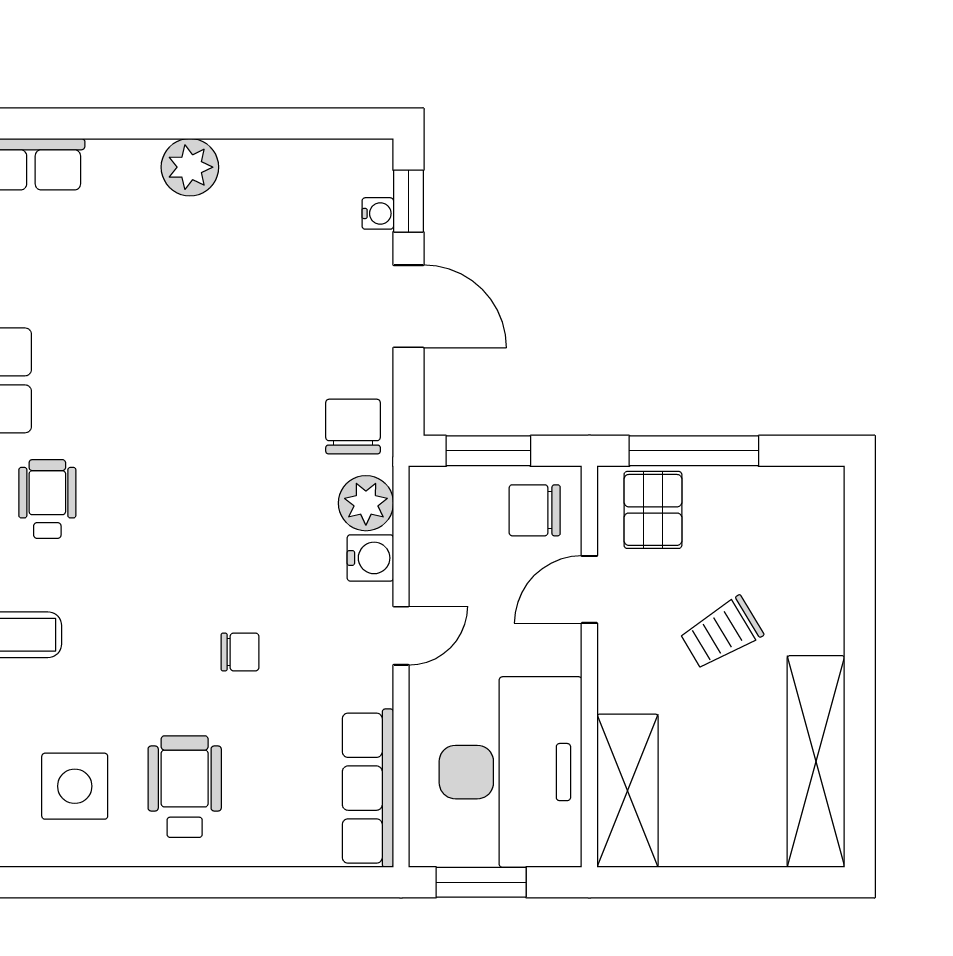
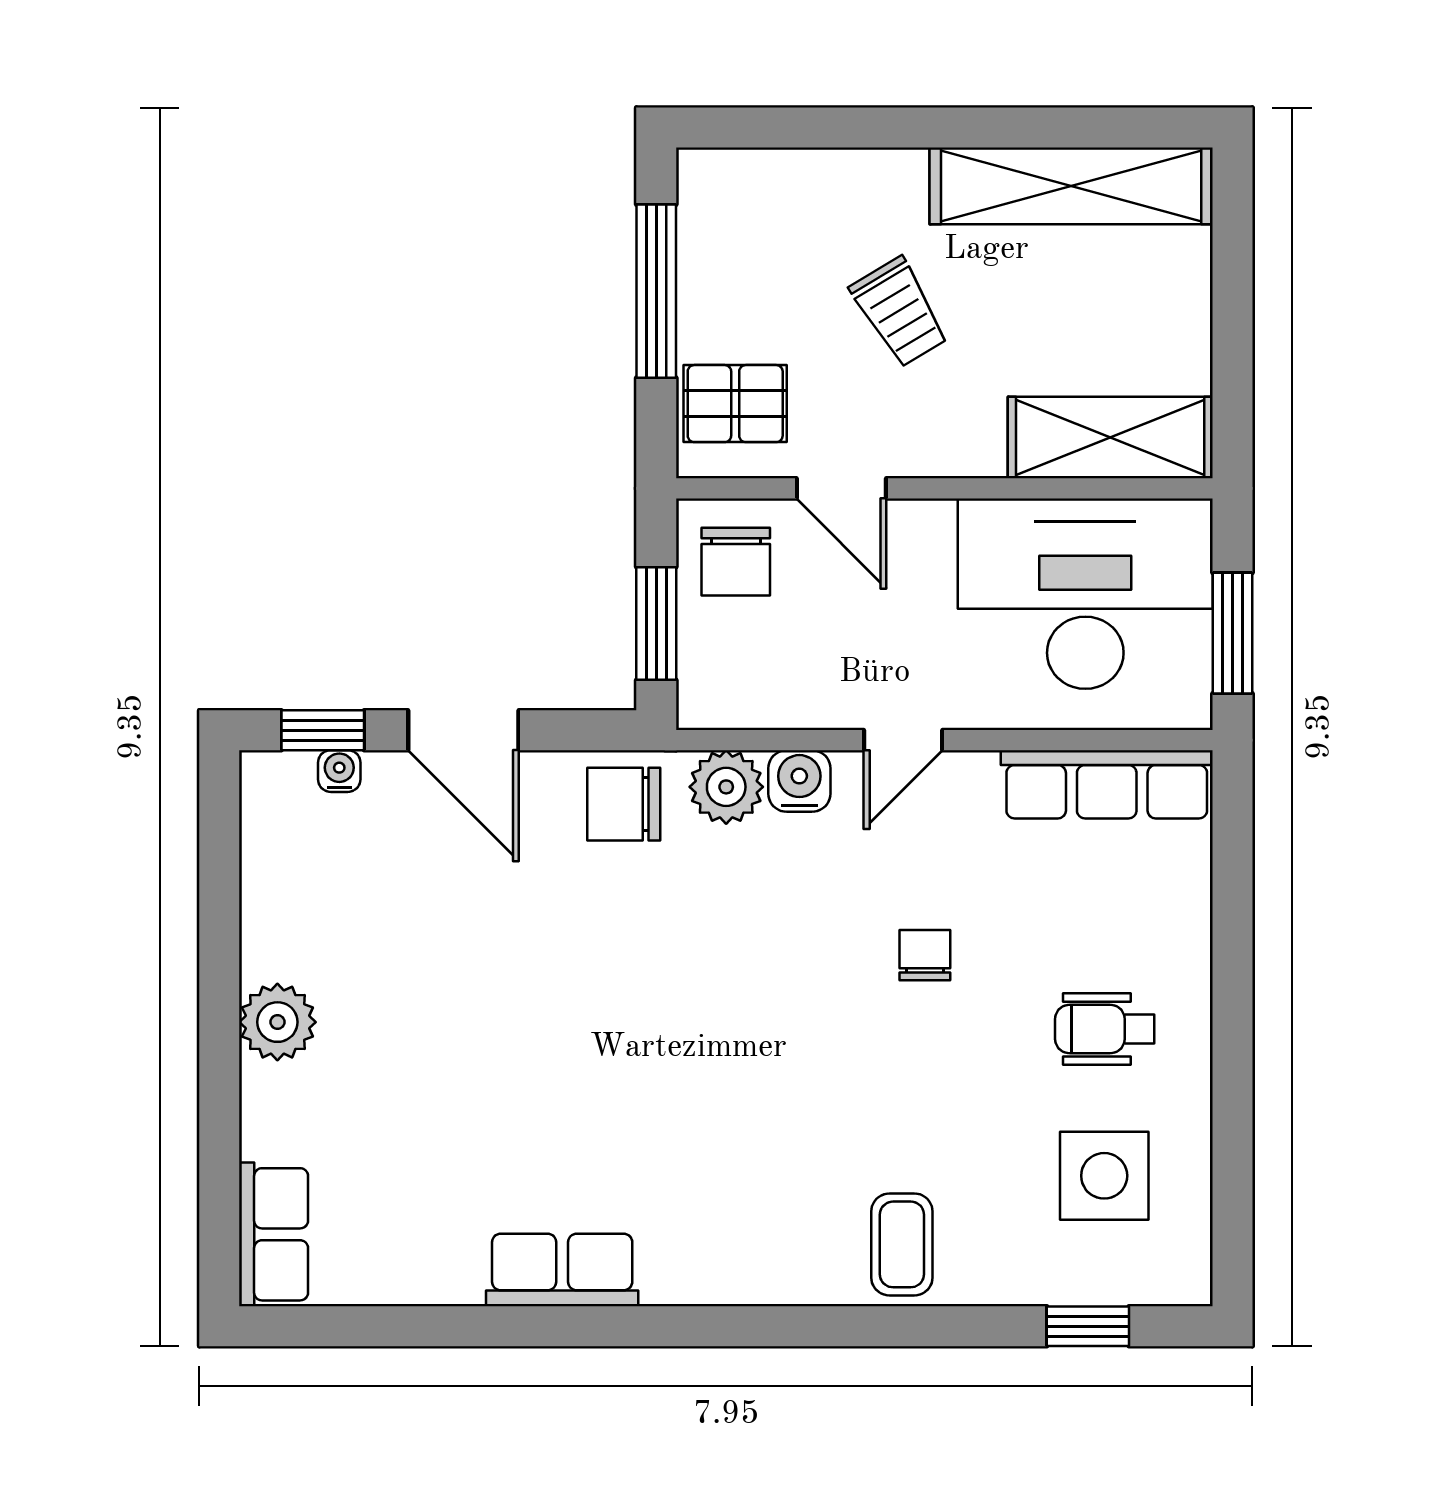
door: (408, 306) -> (463, 730), swing flipped
window: (694, 451) -> (656, 291), moved
wheelchair: (47, 499) -> (721, 1212), removed
door: (401, 636) -> (903, 740), swing flipped
wheelchair: (185, 787) -> (1105, 1029), width x0.73, depth x0.73

